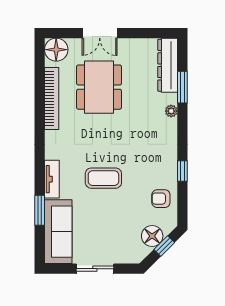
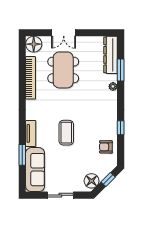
coffee table: (103, 178) -> (66, 133), turned 90
floor lamp: (152, 236) -> (92, 181), moved

